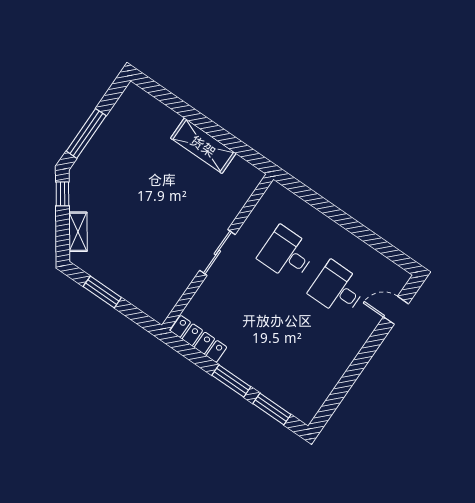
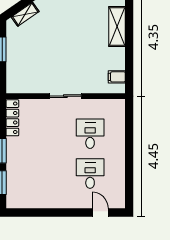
shelving: (203, 146) -> (117, 27), moved
filing cabinet: (238, 170) -> (117, 77), added

